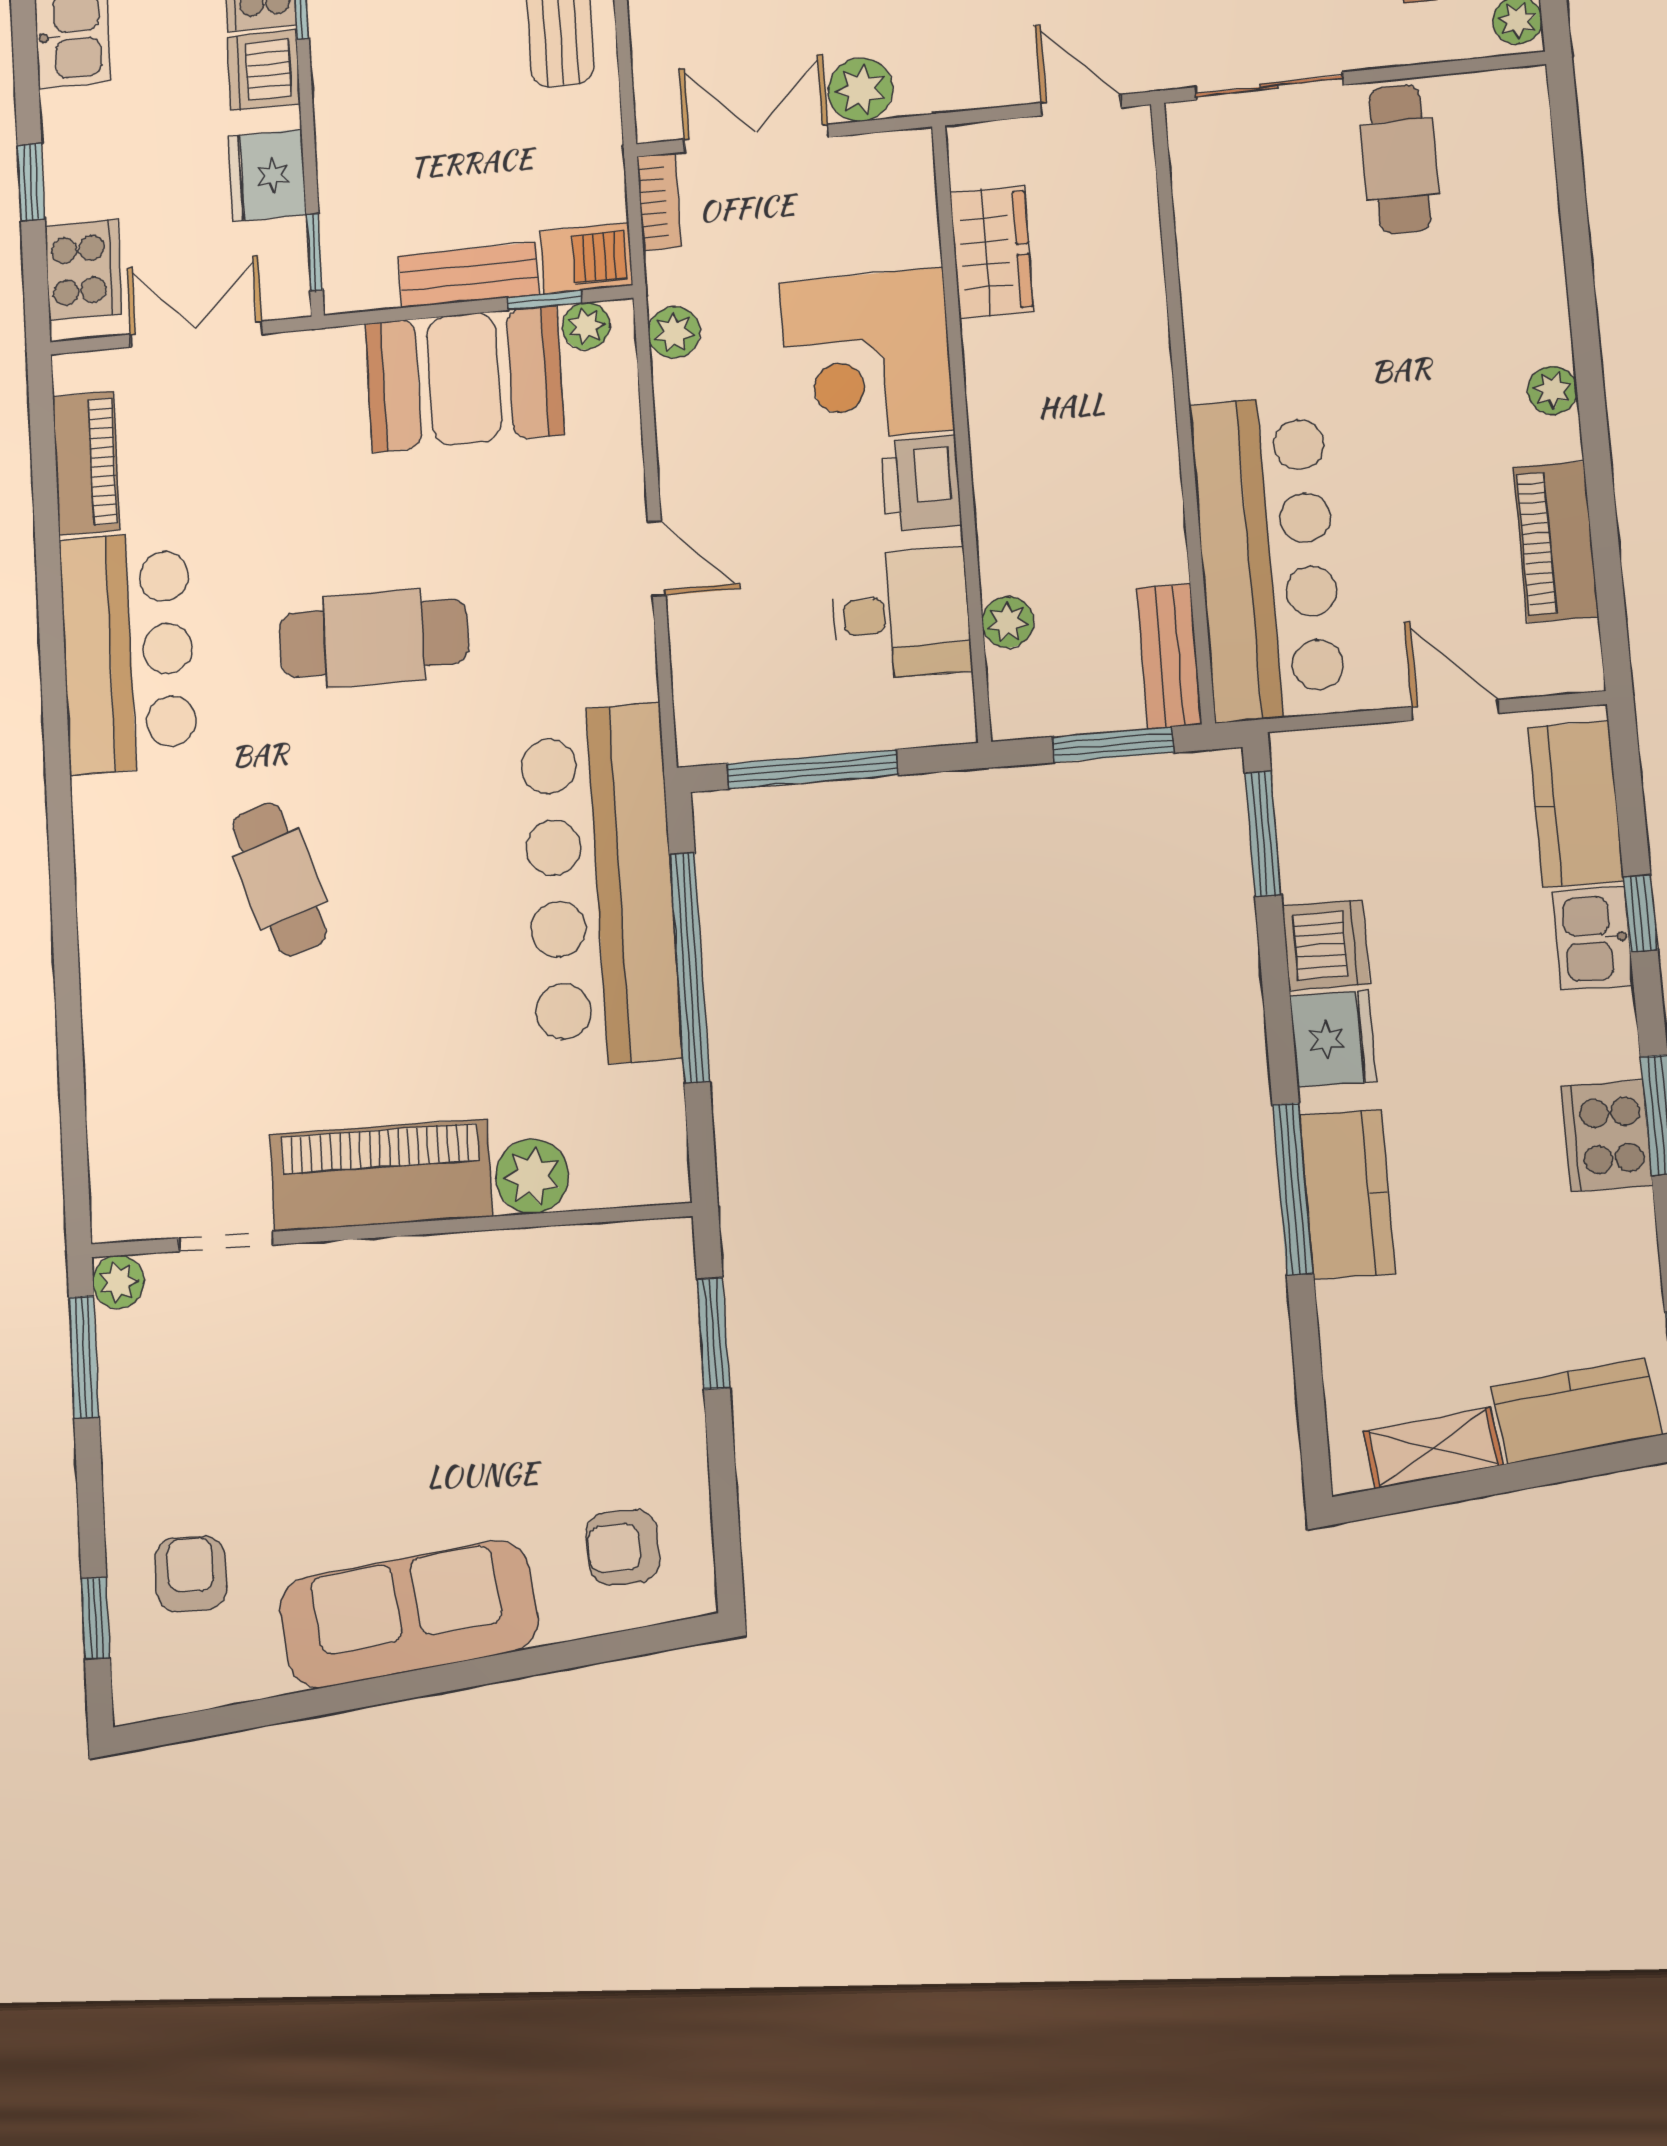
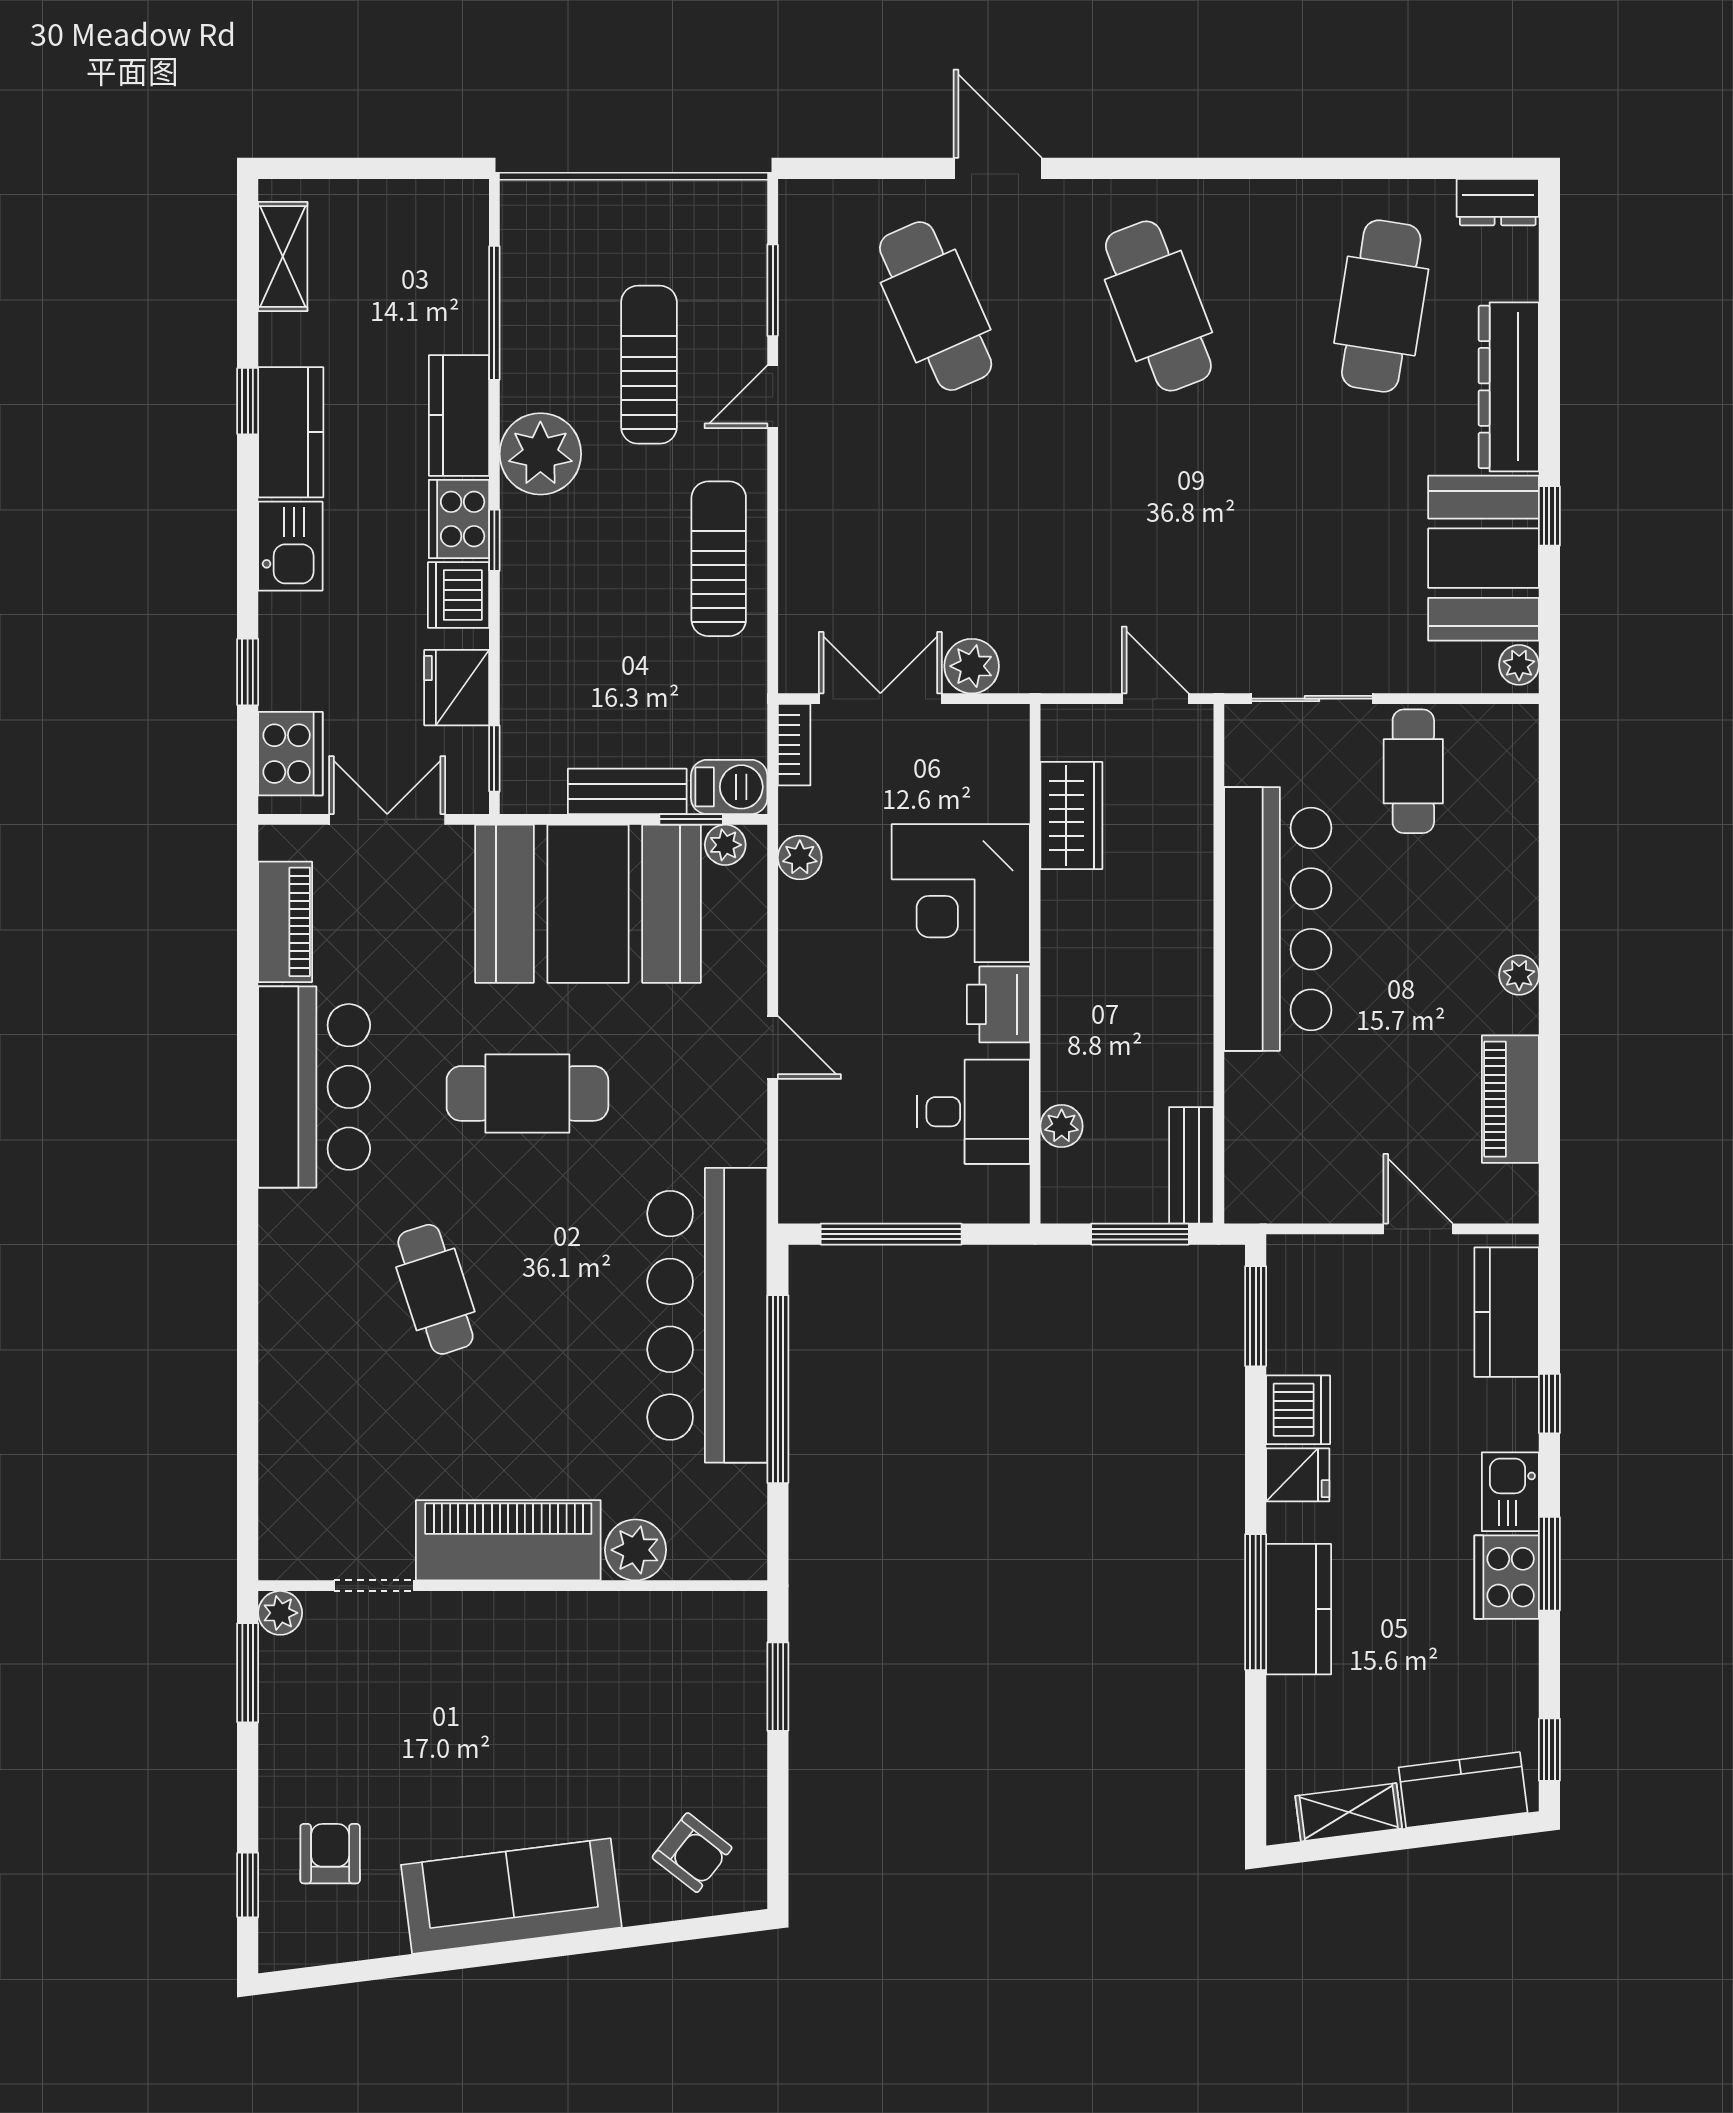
booth: (464, 379) -> (588, 904), width x1.36, depth x1.42
bar counter: (1267, 558) -> (1278, 919), moved
kitchen sink: (1593, 938) -> (1510, 1492), moved
fridge: (1333, 1039) -> (1298, 1475), width x0.72
armchair: (623, 1547) -> (692, 1853), turned -140

